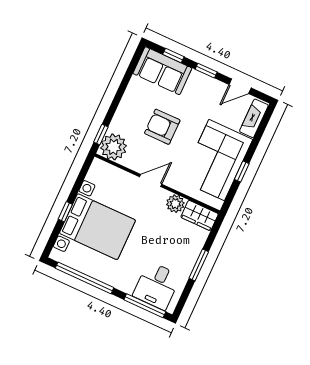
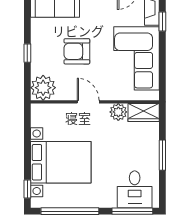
window: (101, 134) -> (27, 53), moved
window: (242, 171) -> (162, 22), moved
door: (151, 181) -> (88, 102), hinge flipped
window: (65, 212) -> (27, 189), moved

